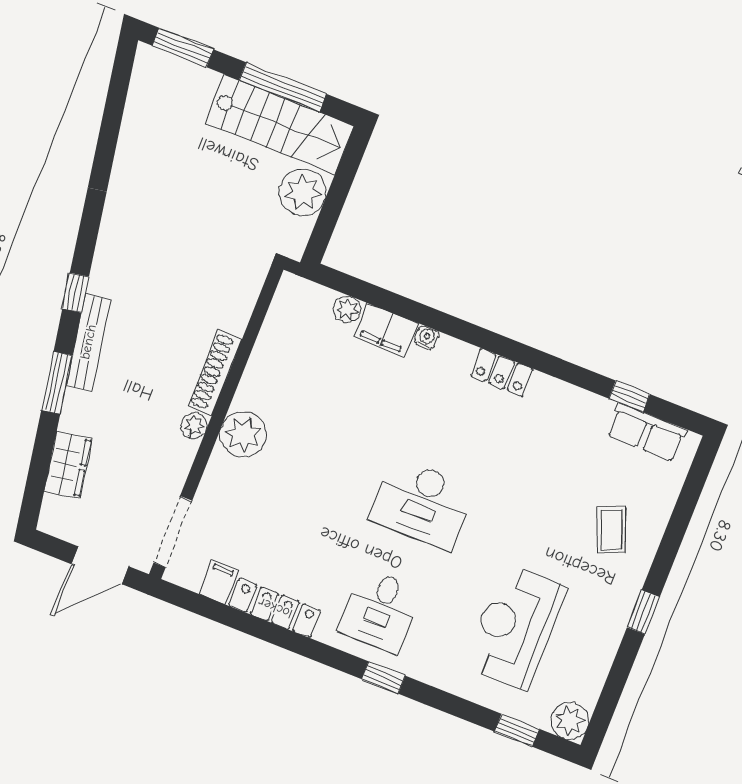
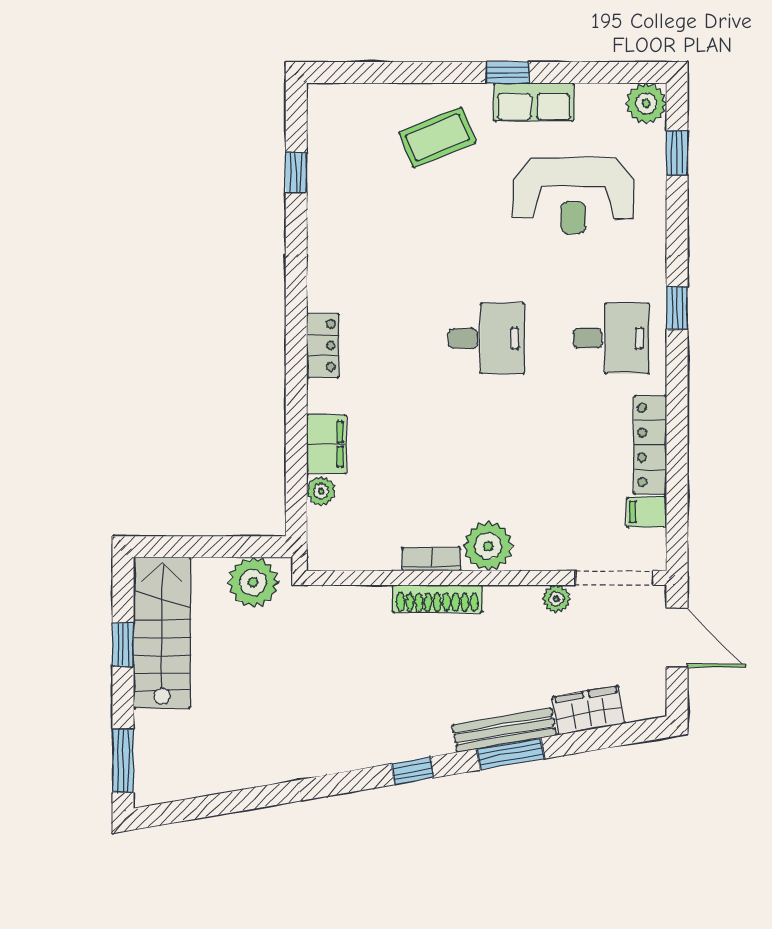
window: (283, 87) -> (123, 644), width x0.46
plant: (303, 192) -> (253, 582), moved
water cooler: (427, 338) -> (318, 400), removed
bench: (88, 342) -> (504, 730), moved
locker: (502, 372) -> (323, 345), moved
bookcase: (251, 381) -> (431, 559), added
plant: (194, 425) -> (556, 599), moved
row of seats: (646, 432) -> (534, 102), moved, turned 90
desk: (422, 504) -> (487, 338), width x0.73
coffee table: (612, 530) -> (437, 137), width x1.36, depth x1.30

